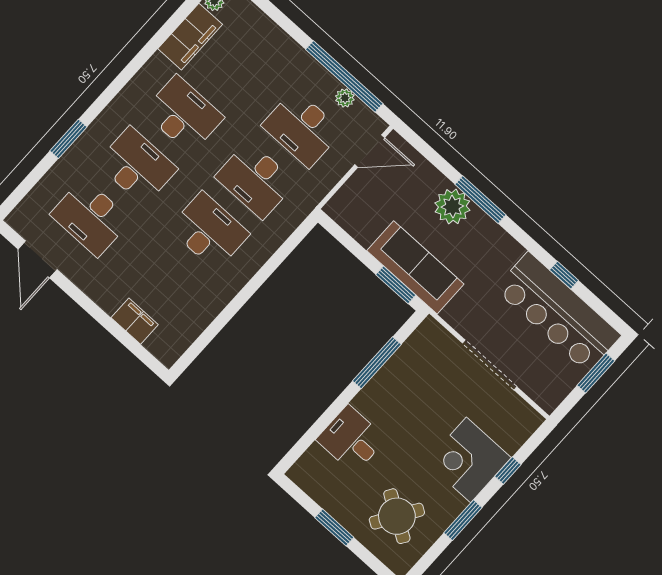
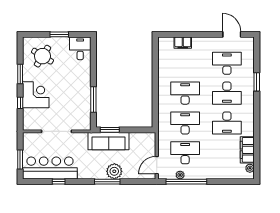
desk: (209, 231) -> (185, 93), turned 180
desk: (351, 439) -> (80, 48), moved, turned -90

